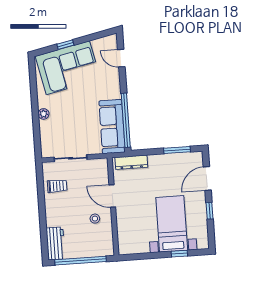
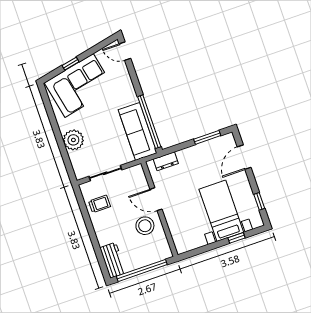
door: (121, 58) -> (125, 51), moved
plant: (44, 114) -> (73, 140), width x1.87, depth x1.87
dresser: (131, 162) -> (166, 161), width x0.70
window: (209, 211) -> (259, 201), moved
stool: (95, 219) -> (145, 226), width x1.89, depth x1.89

